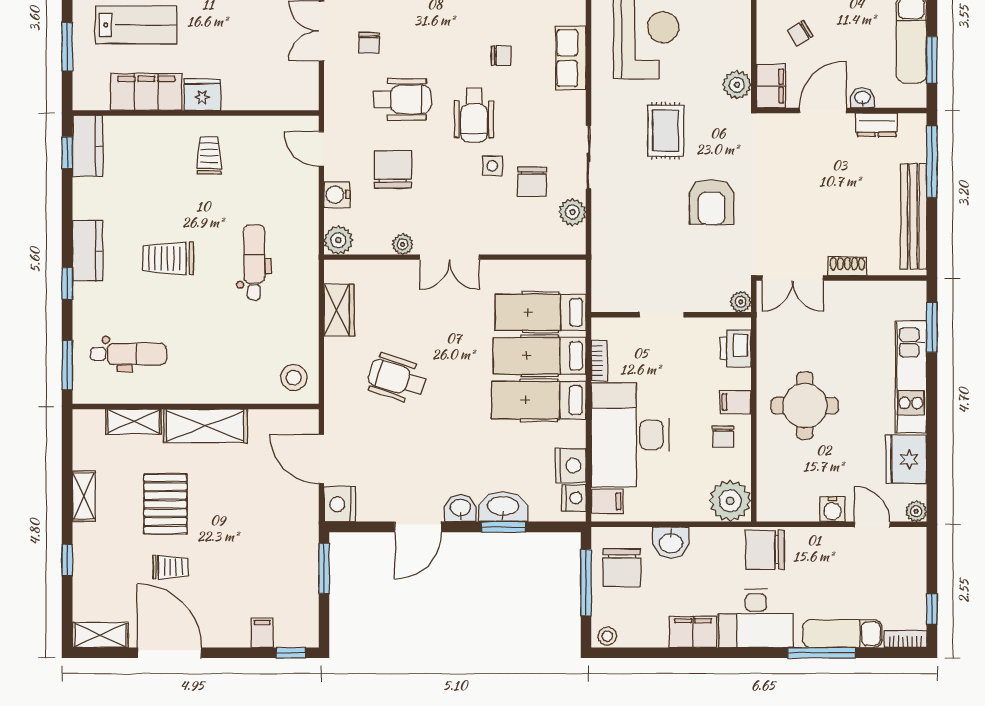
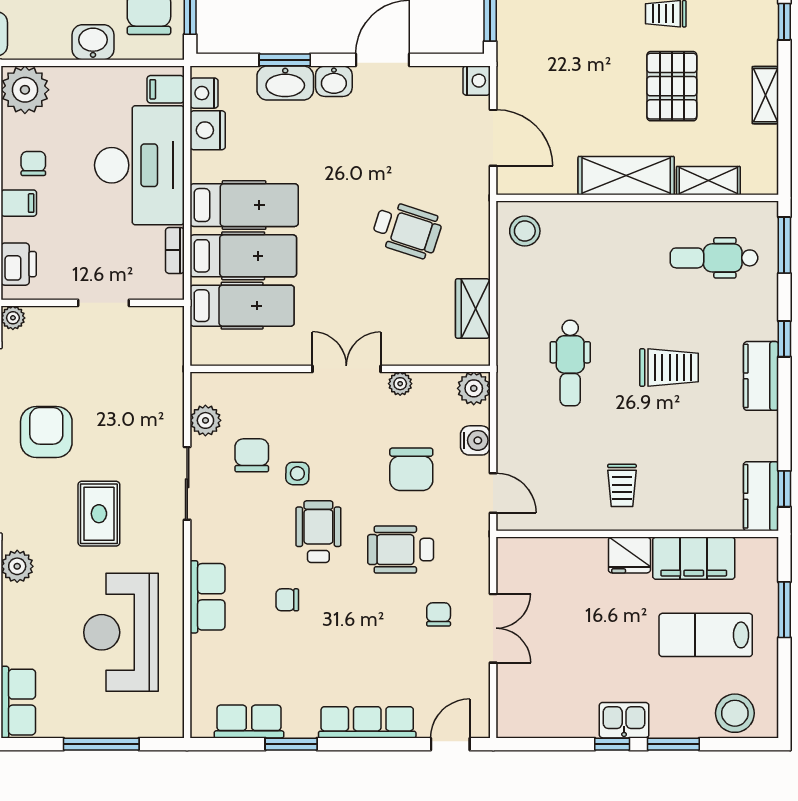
nightstand: (340, 504) -> (477, 81), width x0.74, depth x0.75

